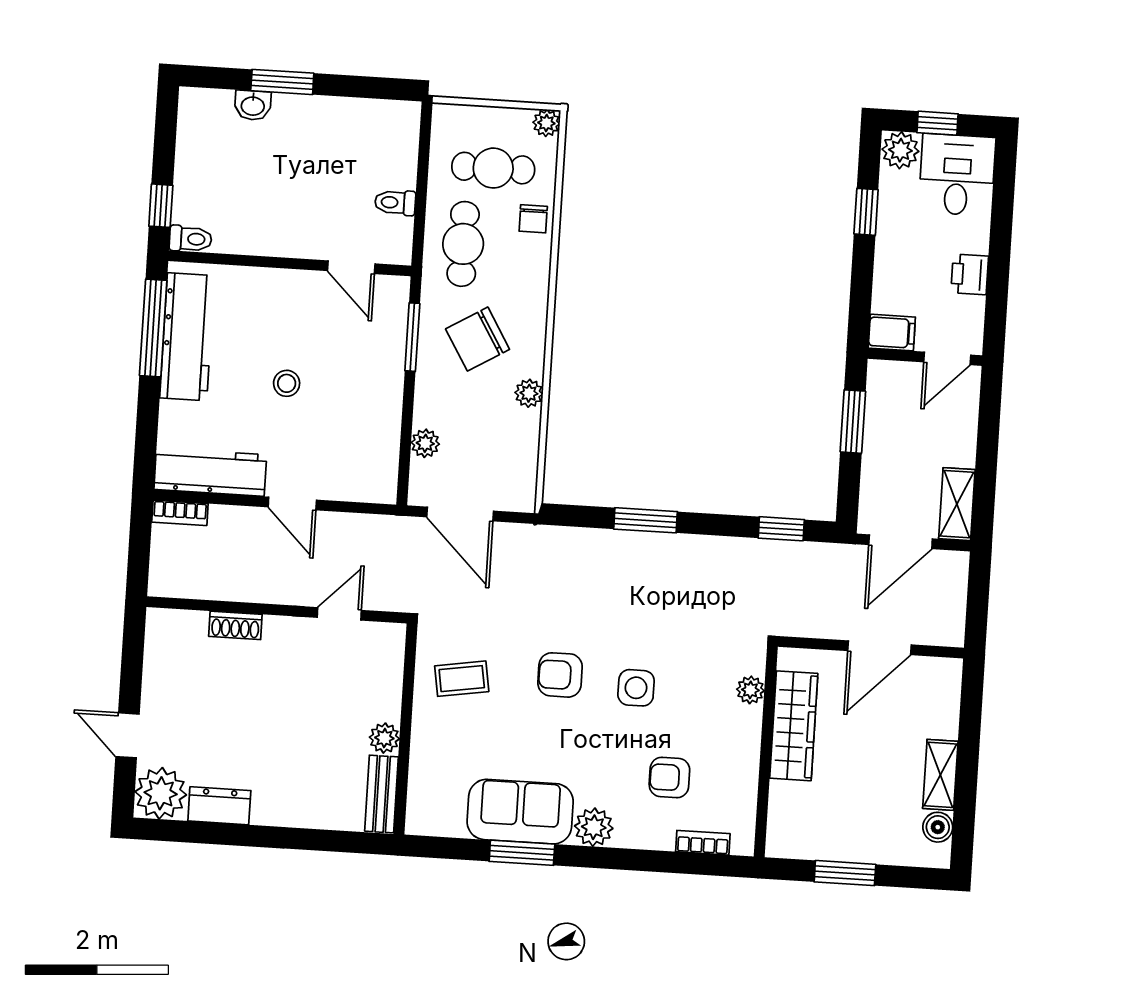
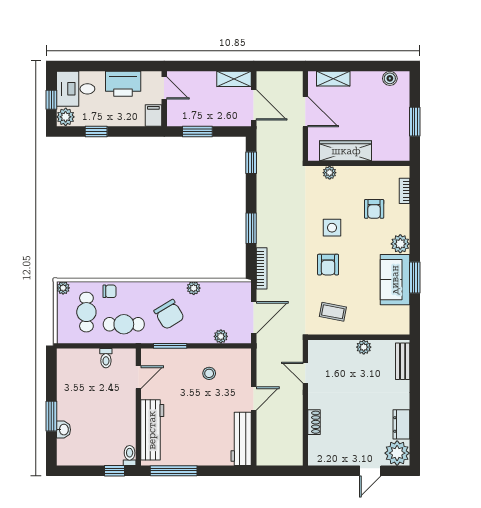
printer: (970, 274) -> (123, 84), width x1.87, depth x1.48
workbench: (187, 337) -> (152, 430), moved, turned 90
stool: (287, 383) -> (209, 373), moved
bookcase: (180, 513) -> (262, 268), moved, width x1.56
coffee table: (462, 679) -> (333, 312), turned -70
shelving: (940, 775) -> (333, 79), moved
bench: (381, 794) -> (403, 361), moved, turned 90

